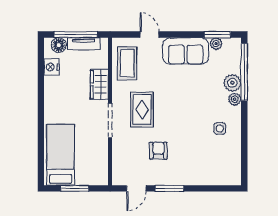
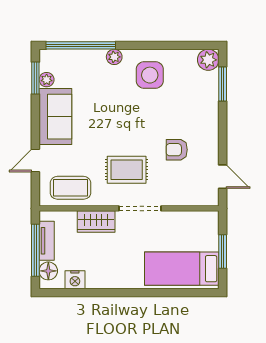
plant: (232, 83) -> (208, 60), moved
side table: (220, 128) -> (150, 75), width x1.87, depth x1.87
window: (169, 188) -> (223, 84), moved

